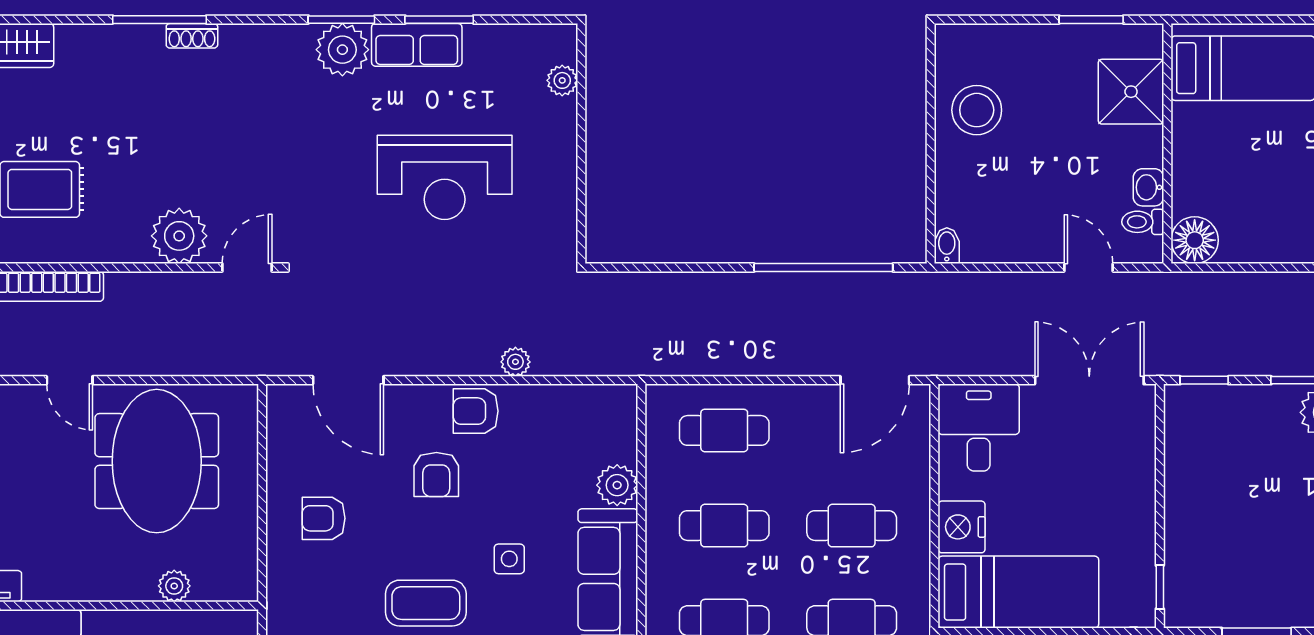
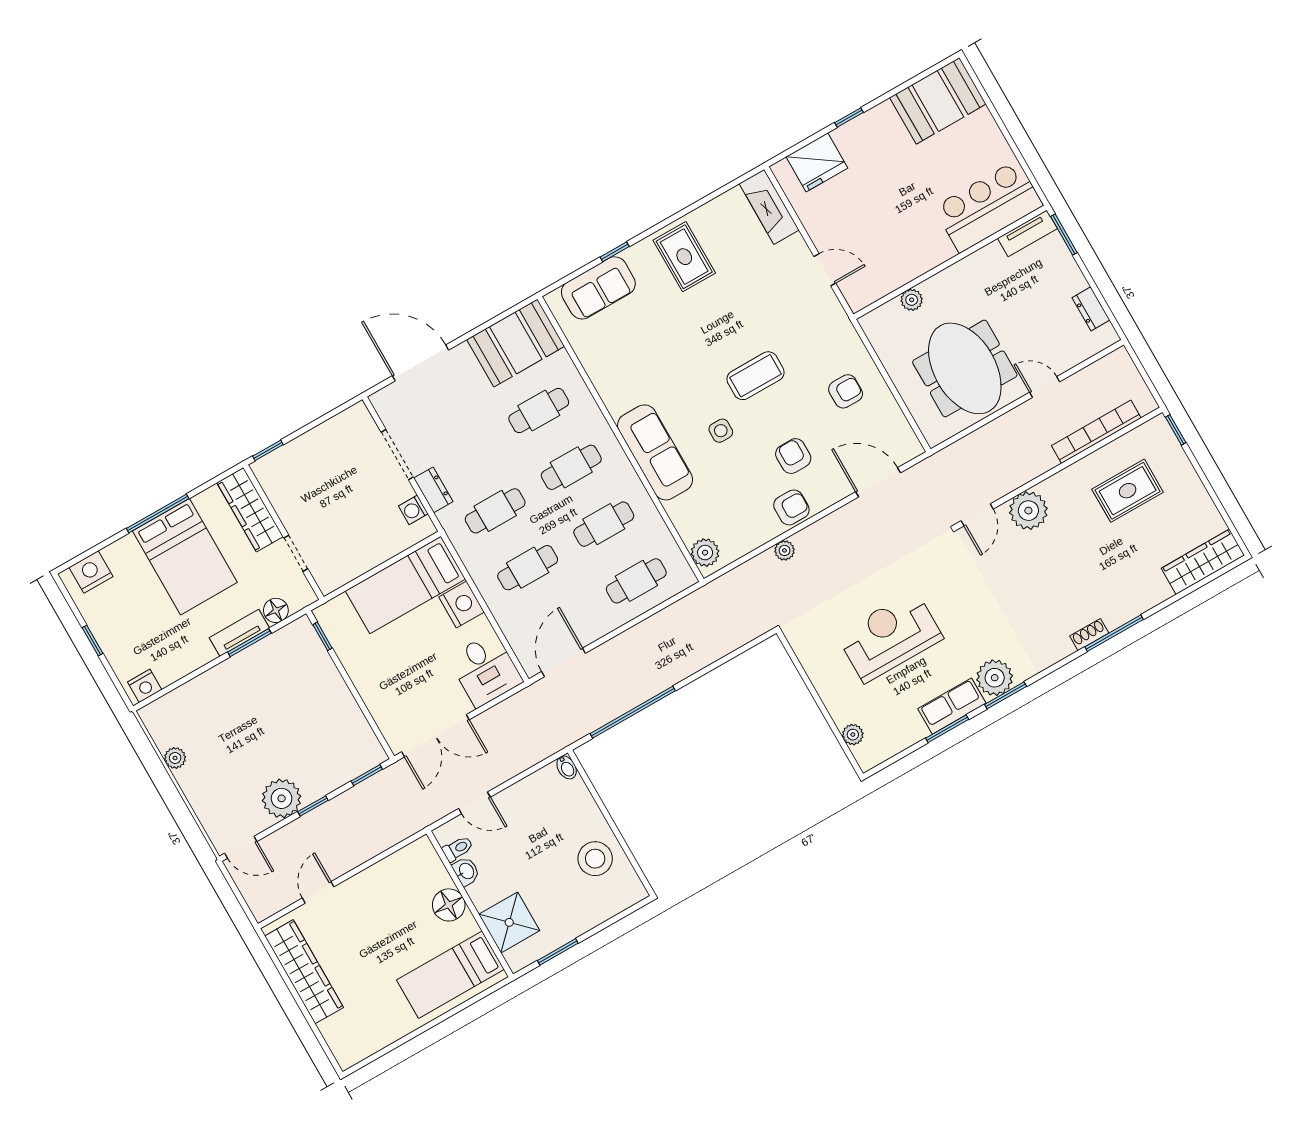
floor lamp: (1195, 240) -> (449, 905), moved
plant: (617, 485) -> (705, 553), moved

